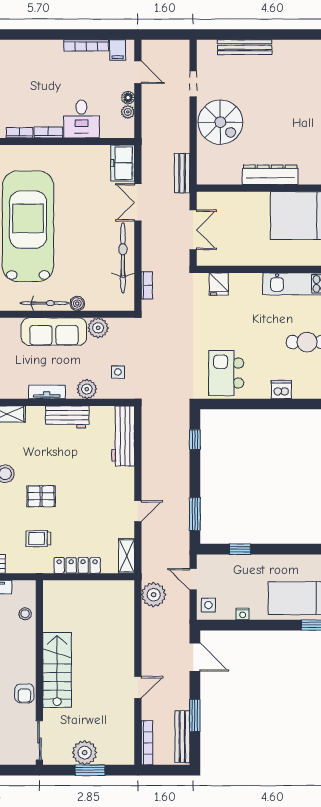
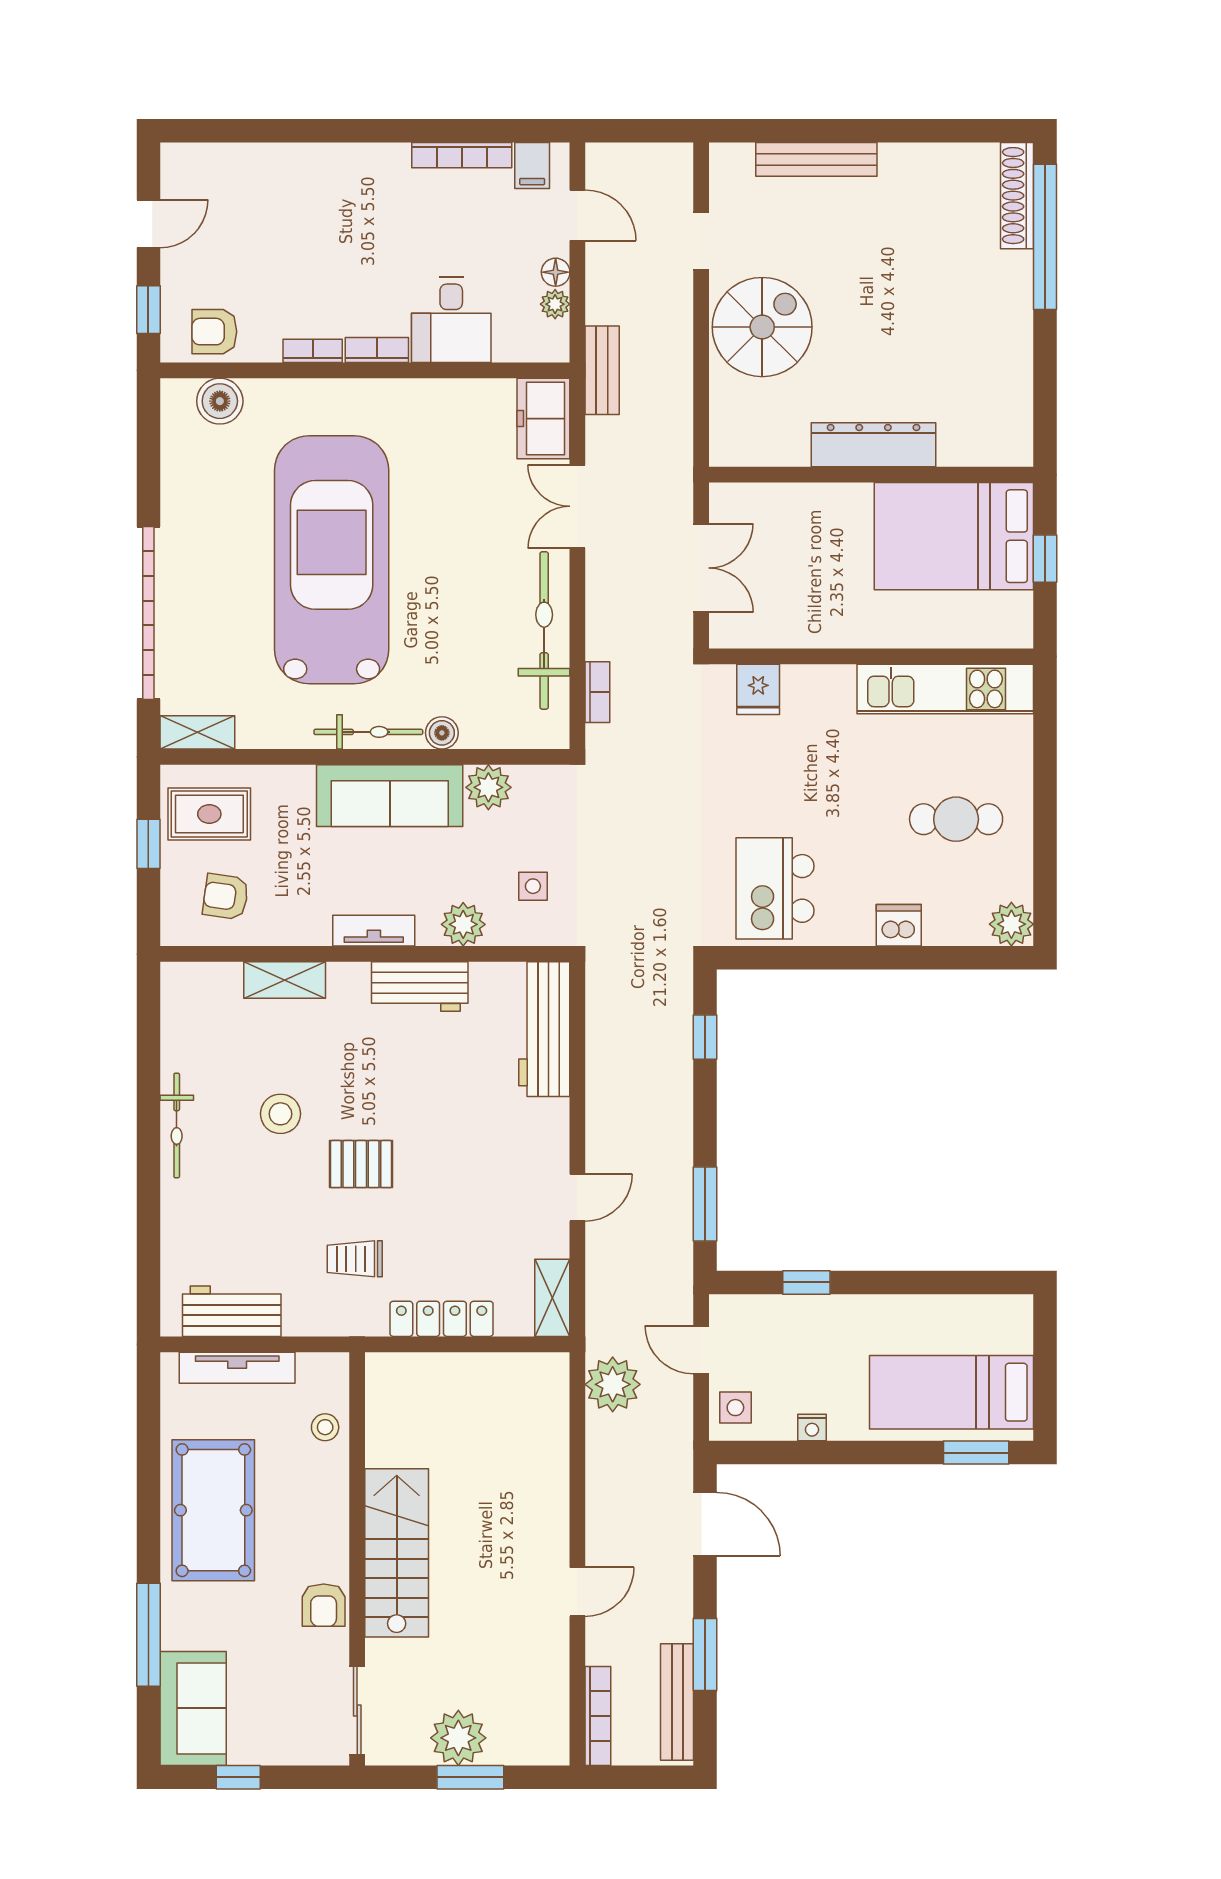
spiral stairs: (220, 122) -> (762, 327), turned -90
bench: (182, 173) -> (602, 370), moved

